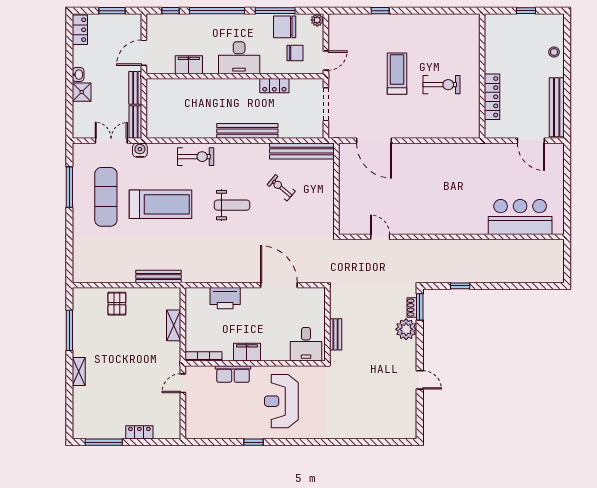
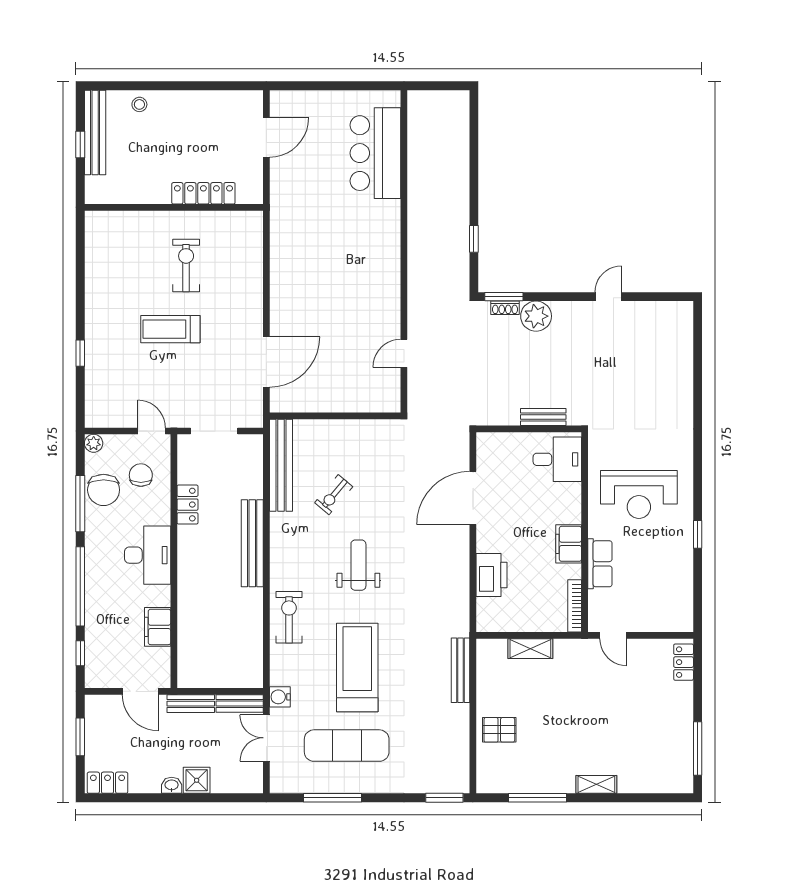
bench: (557, 107) -> (95, 133), moved, turned 90
window: (69, 265) -> (444, 798), added
locker: (139, 432) -> (684, 662), moved

